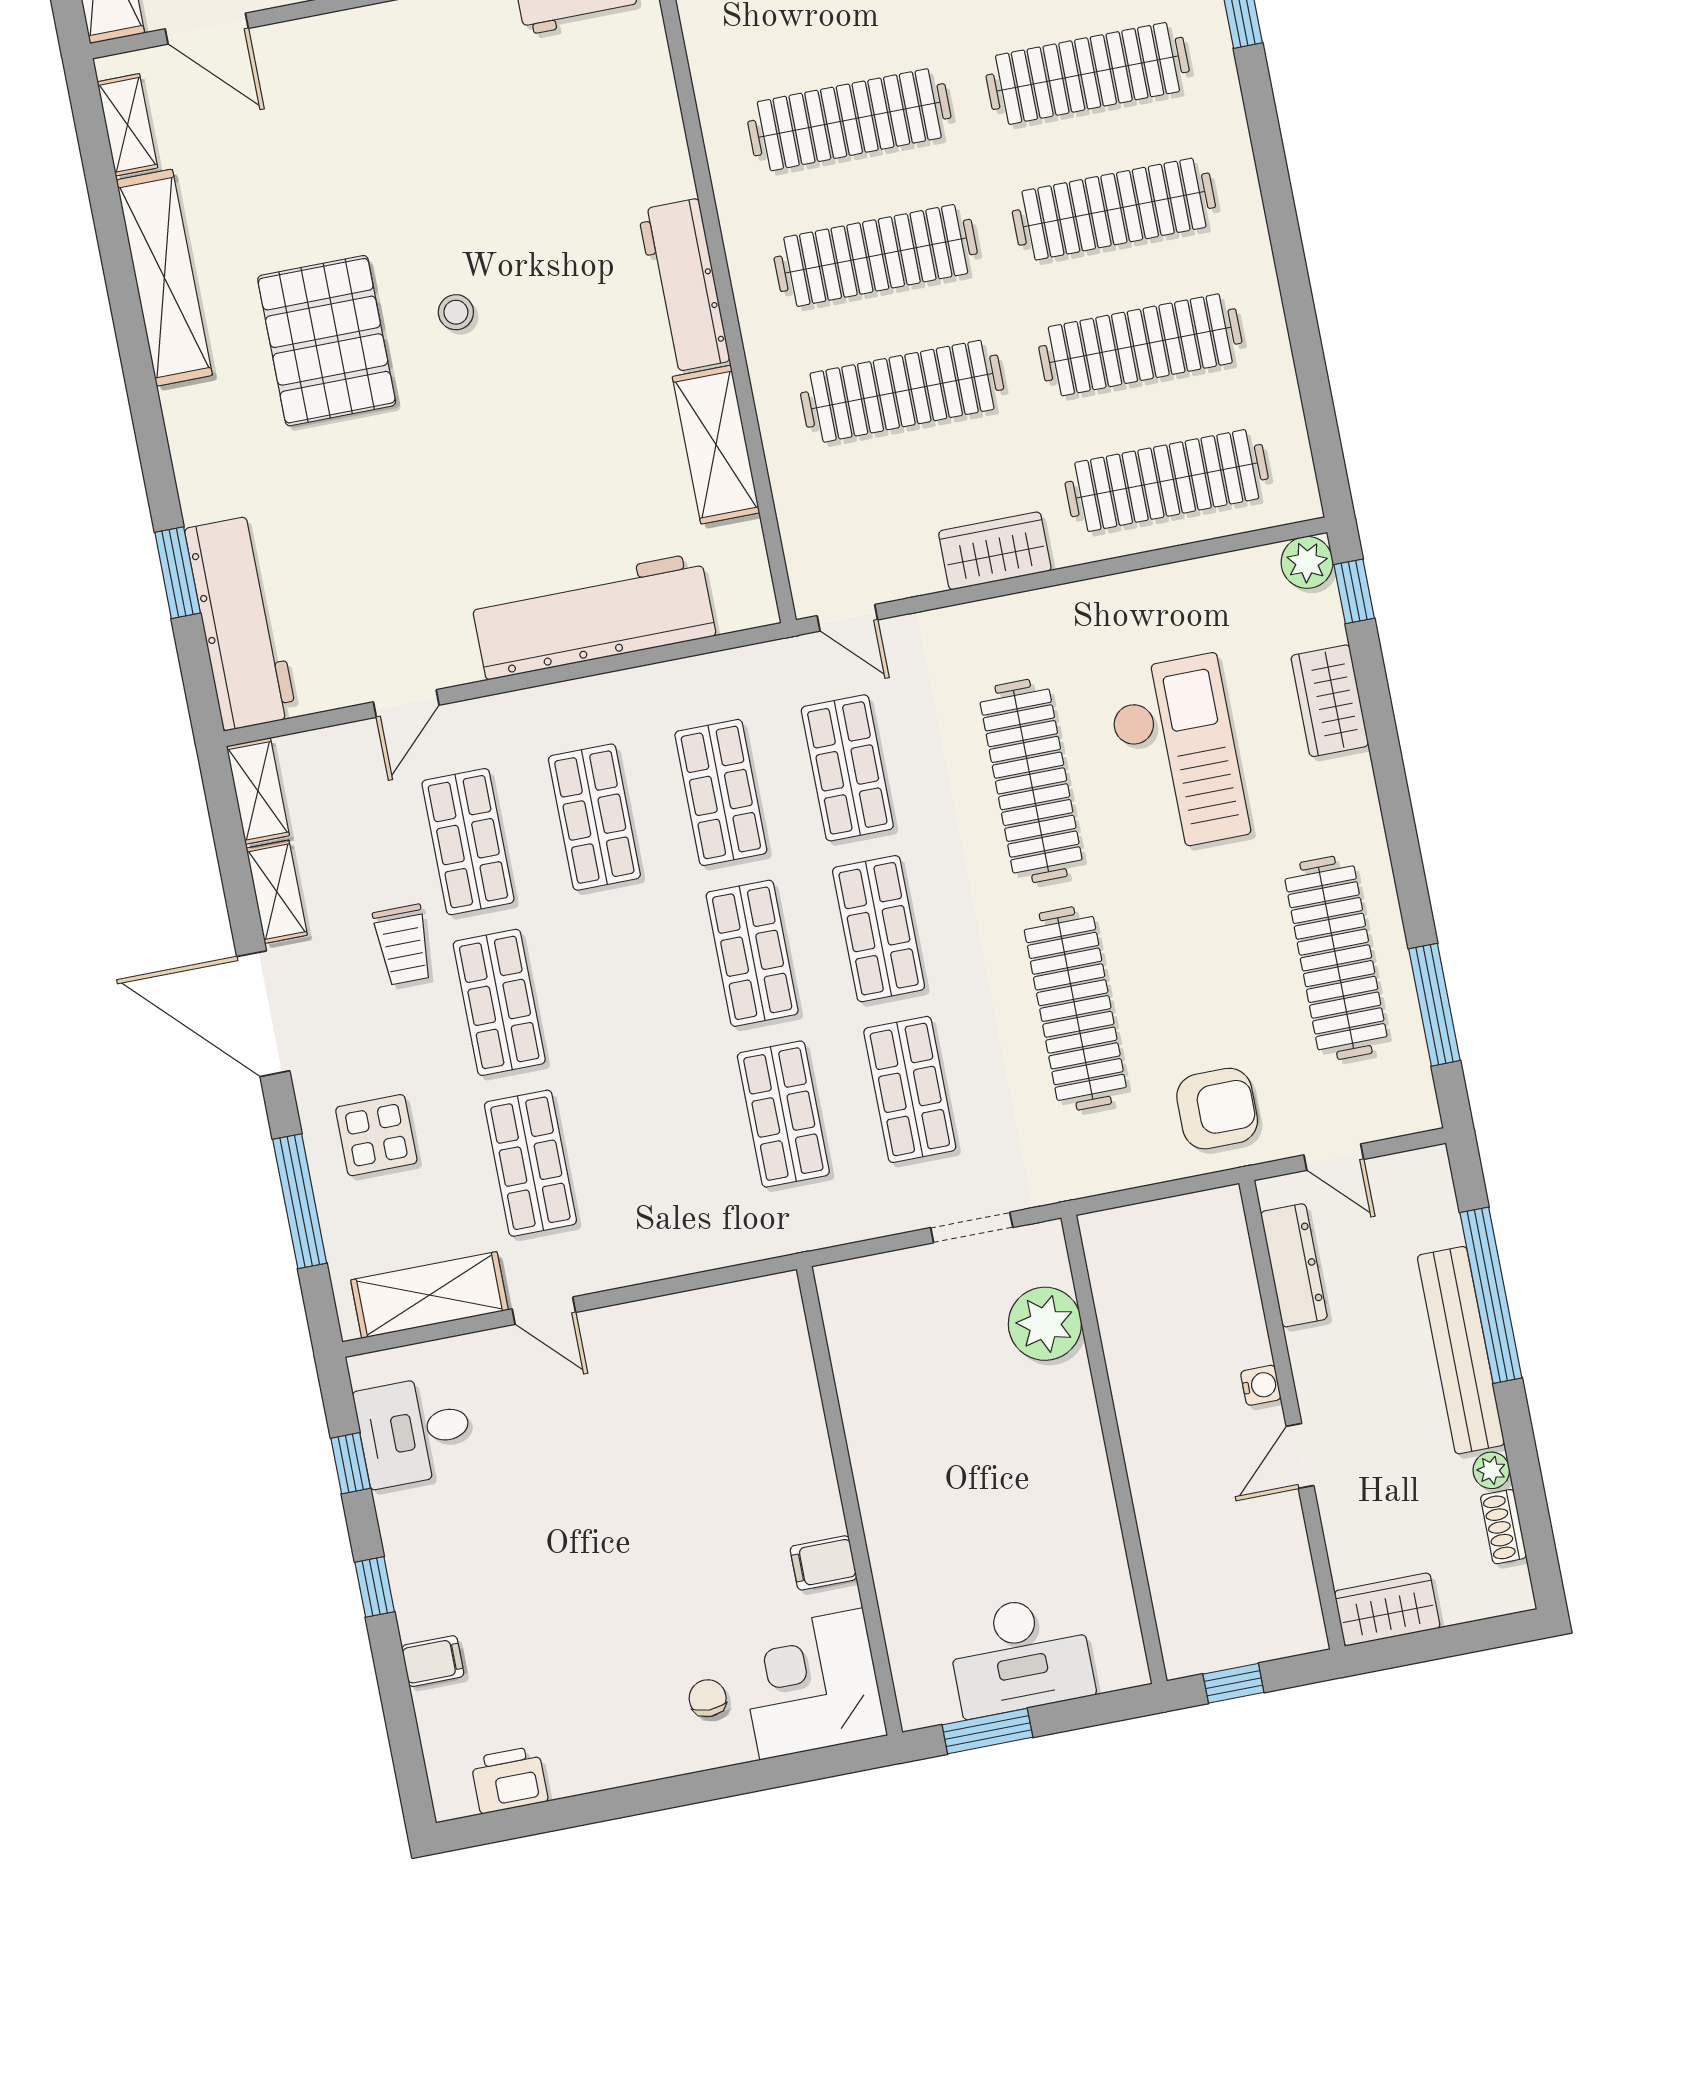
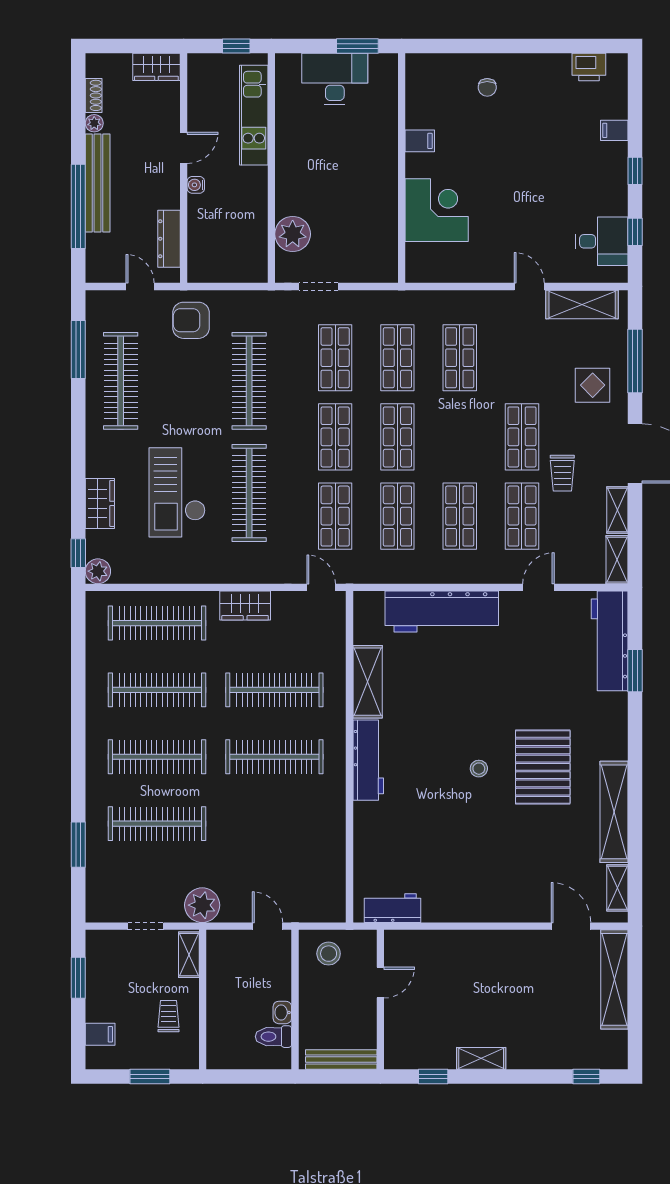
clothes rail: (849, 120) -> (274, 824), removed
trolley: (403, 945) -> (562, 473), turned 180
shop shelf: (530, 1163) -> (460, 358), moved
kitchen unit: (1171, 1550) -> (254, 115), added
corner desk: (811, 1684) -> (437, 210), moved, turned -90

